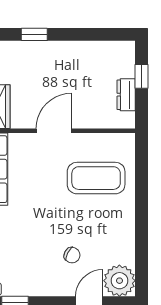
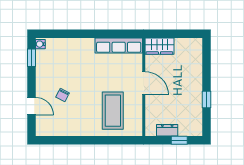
window: (34, 34) -> (207, 100), moved
plant: (119, 281) -> (46, 126), removed

